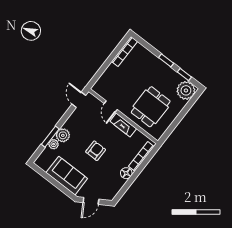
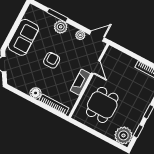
door: (111, 107) -> (96, 67), swing flipped
dining table: (151, 107) -> (102, 105), turned 90
plant: (54, 144) -> (80, 35), moved
armchair: (96, 151) -> (52, 60), turned -90

